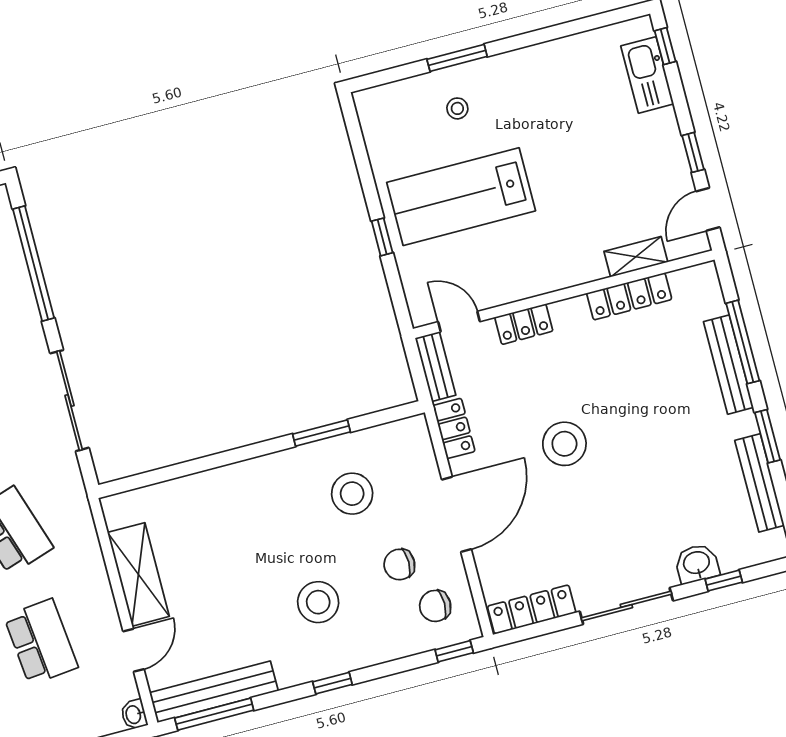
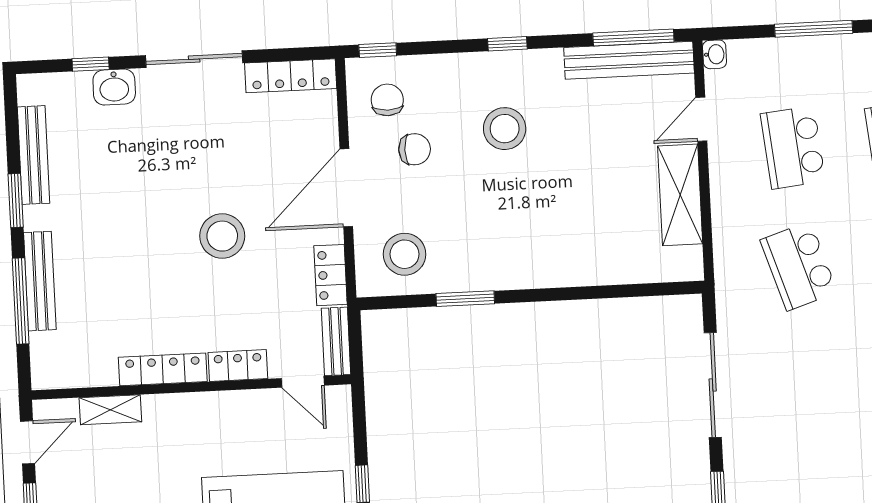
locker: (629, 296) -> (163, 369), moved
stool: (352, 494) -> (405, 254), moved
chair: (435, 606) -> (387, 100), turned -90

